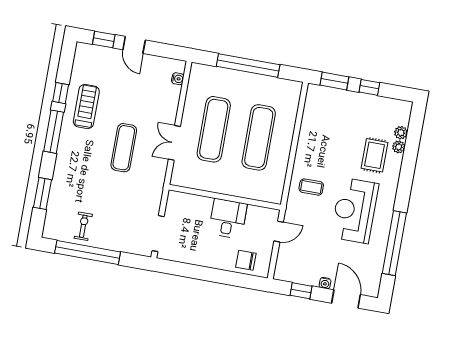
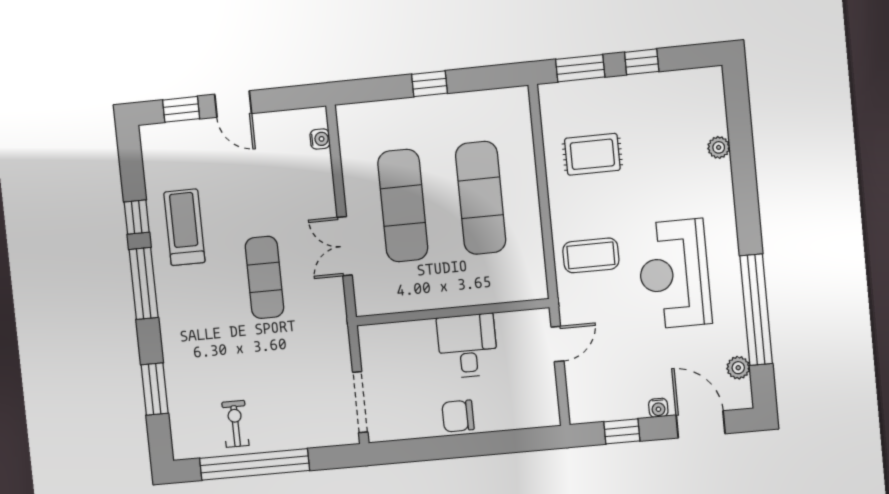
window: (248, 65) -> (430, 84), width x0.32
plant: (401, 133) -> (738, 368), moved
rug: (374, 155) -> (592, 154), moved, turned 90
coffee table: (311, 187) -> (591, 255), width x1.36, depth x1.30
chair: (246, 260) -> (458, 416), moved

